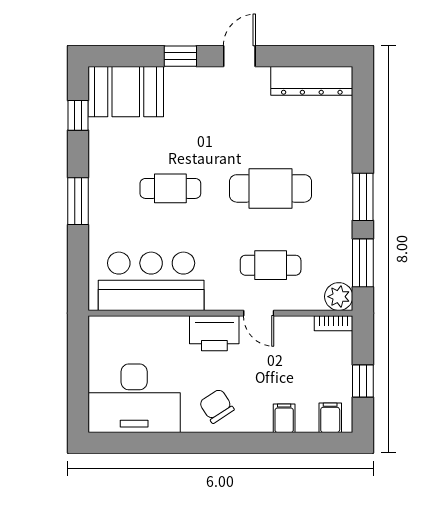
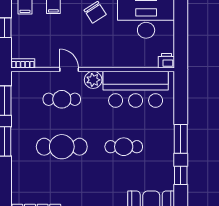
window: (78, 115) -> (181, 175), moved
plant: (339, 297) -> (93, 80), moved
printer: (214, 333) -> (166, 61), moved, width x0.53, depth x0.68

